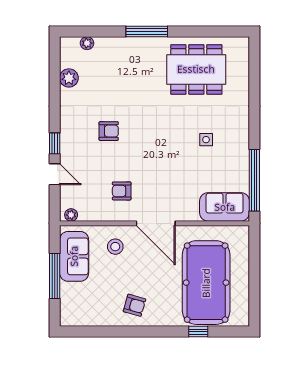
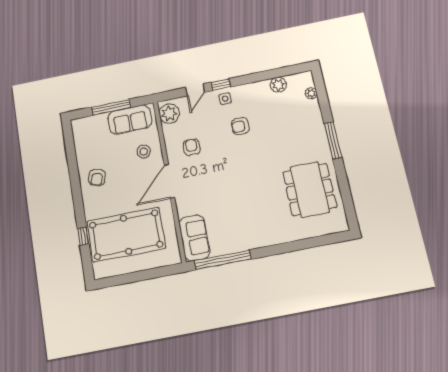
armchair: (109, 131) -> (240, 126), turned 90
side table: (206, 140) -> (225, 99), moved
plant: (71, 215) -> (169, 114), width x1.87, depth x1.87

